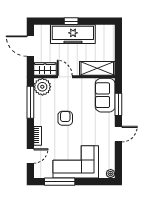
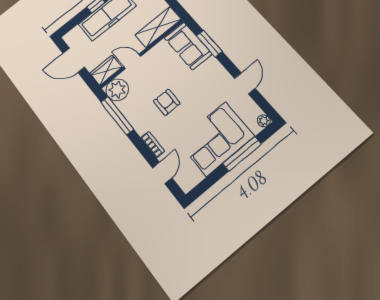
door: (118, 134) -> (245, 83), moved
window: (60, 182) -> (242, 154), moved

